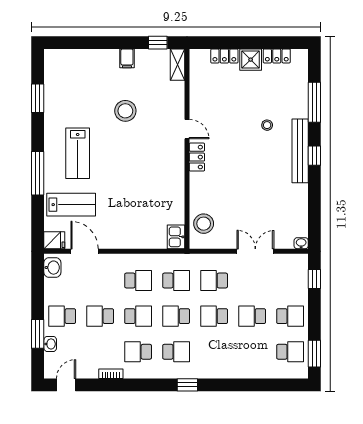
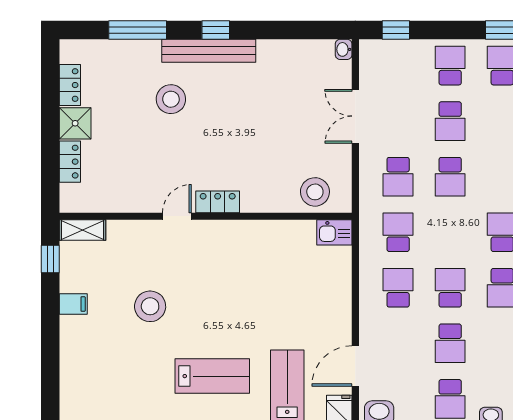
stool: (267, 125) -> (171, 99), width x1.89, depth x1.89
school desk: (176, 316) -> (450, 232), removed

